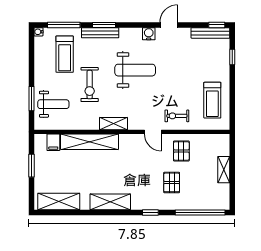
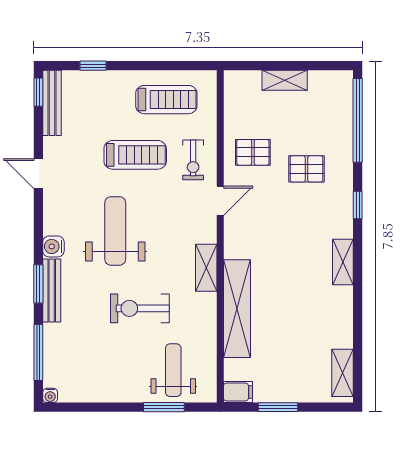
water cooler: (149, 34) -> (53, 246), moved
treadmill: (65, 54) -> (135, 155), moved
exercise bike: (90, 85) -> (140, 308), turned 180
filing cabinet: (53, 142) -> (238, 392), moved
shelving: (59, 202) -> (343, 373), width x0.67, depth x0.75
shelving: (110, 202) -> (343, 262), width x0.67, depth x0.75

